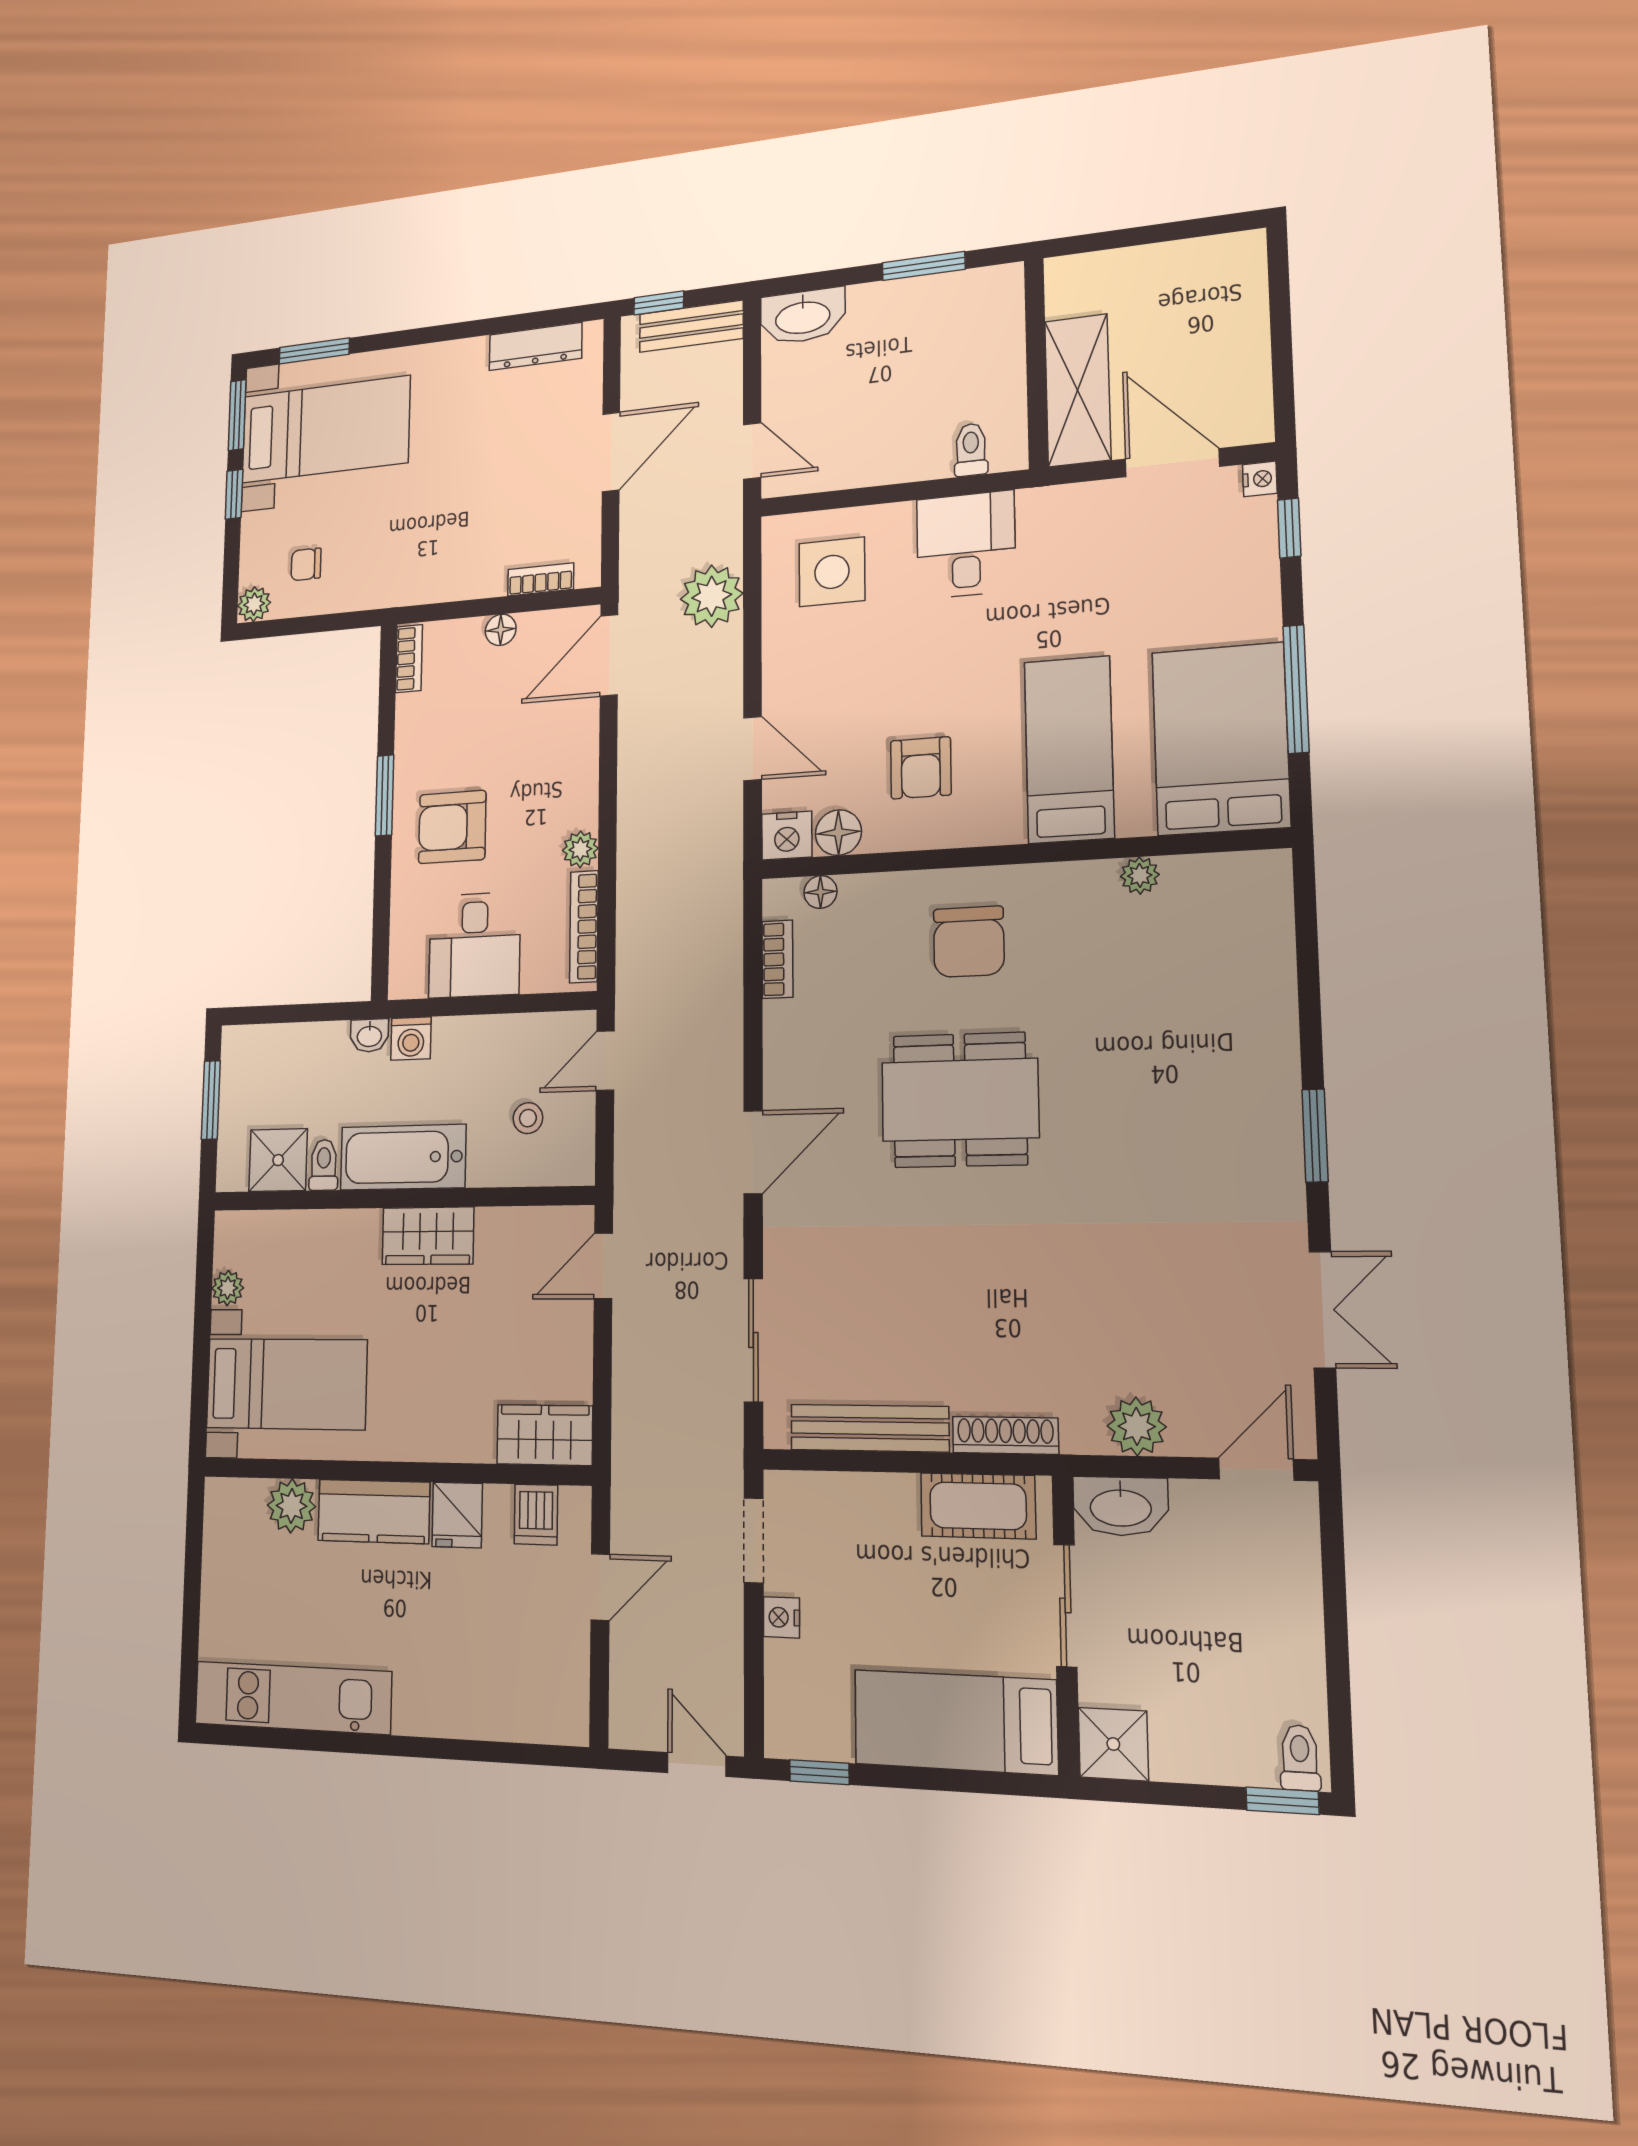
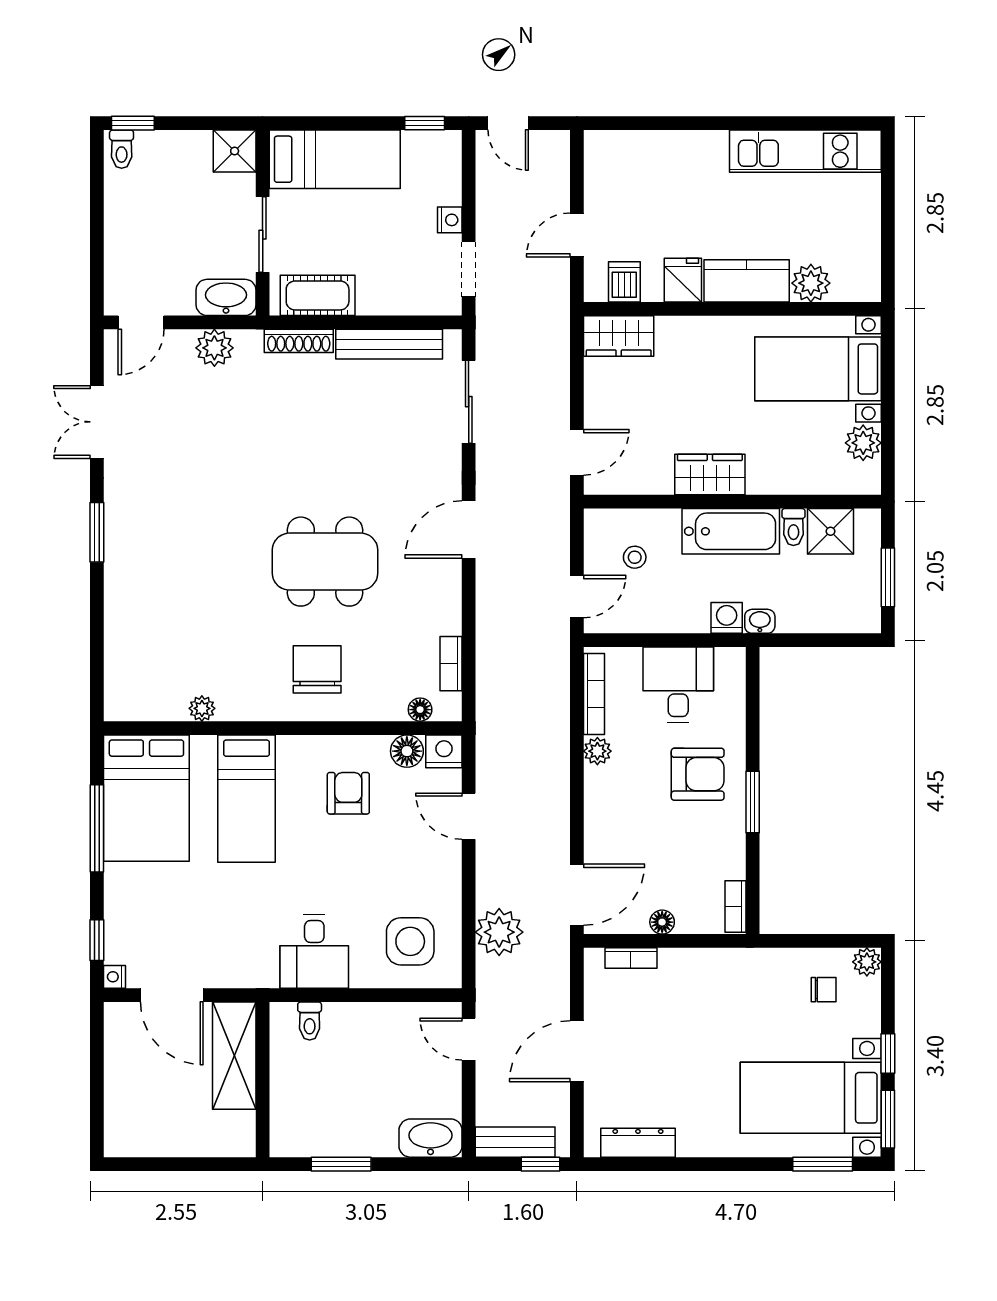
plant: (228, 1288) -> (863, 443), width x1.38, depth x1.38

